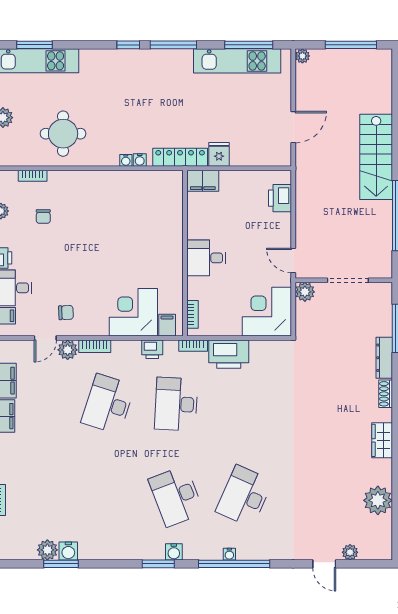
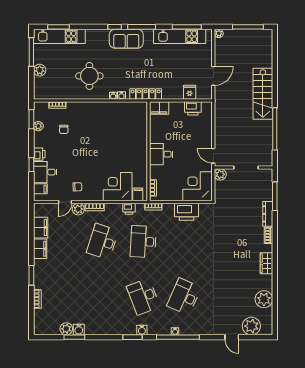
sofa: (148, 65) -> (126, 39), added
round table: (63, 134) -> (89, 76), moved
fridge: (219, 154) -> (190, 92), moved
printer: (280, 198) -> (193, 108), moved, turned -90
printer: (229, 354) -> (187, 212), moved
plant: (350, 552) -> (251, 326), width x1.88, depth x1.88

